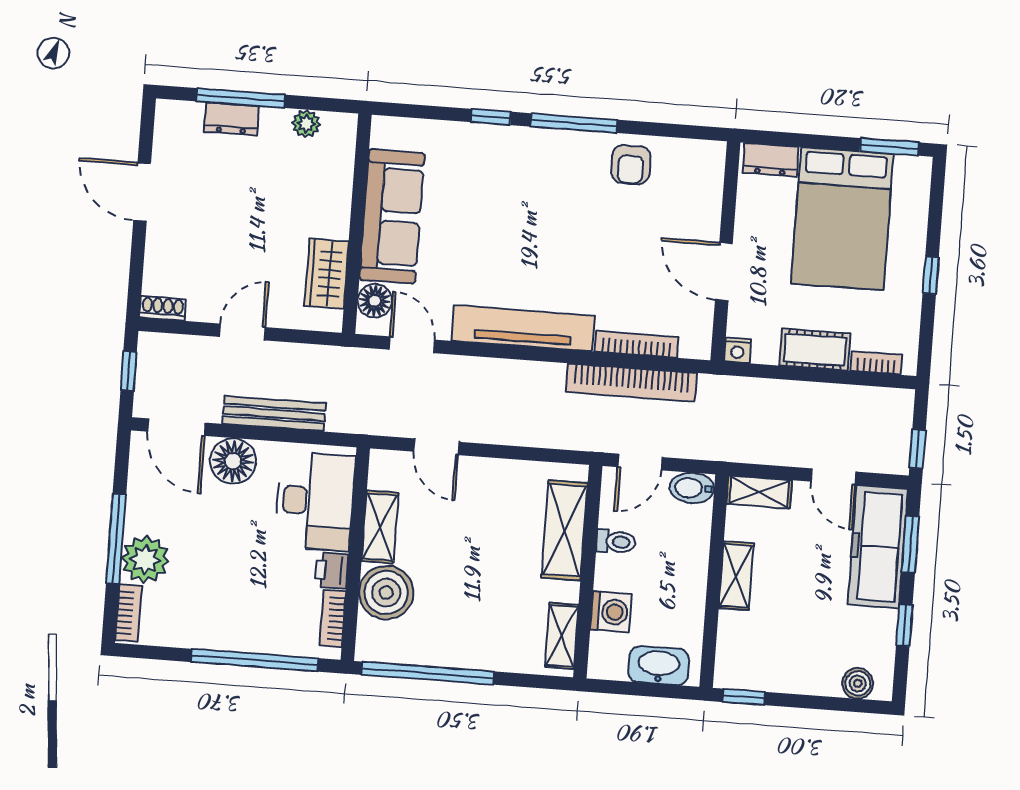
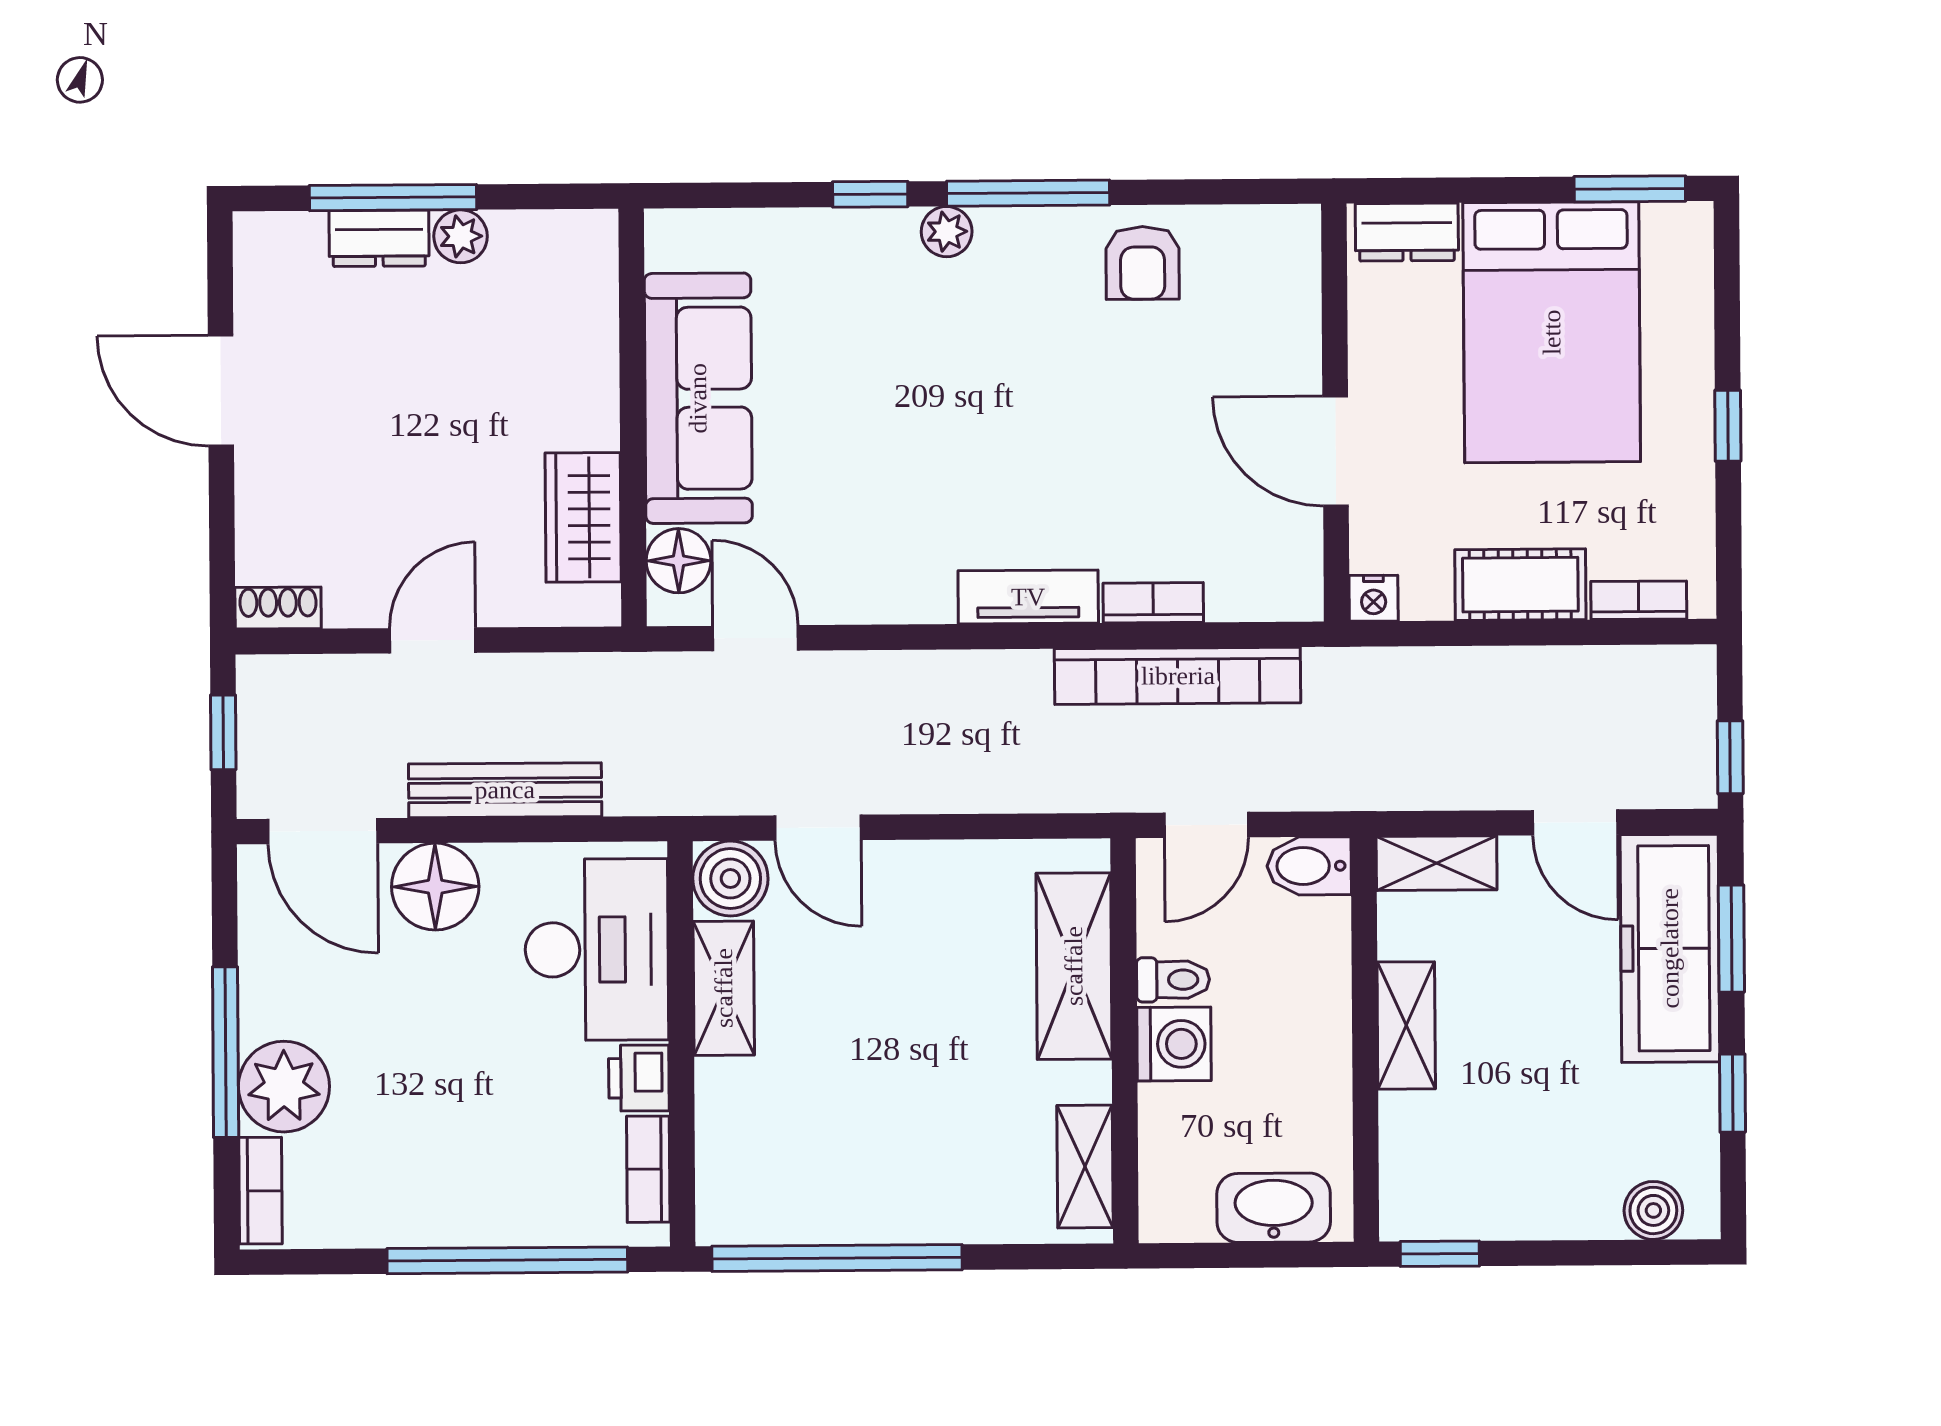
plant: (306, 124) -> (461, 236), moved
plant: (529, 140) -> (947, 232), added
tv unit: (523, 328) -> (1028, 597), width x0.52, depth x0.78
bookcase: (636, 344) -> (1153, 603), width x0.64
boiler: (386, 593) -> (730, 879), moved, width x0.73, depth x0.73
washing machine: (611, 612) -> (1174, 1044), moved

